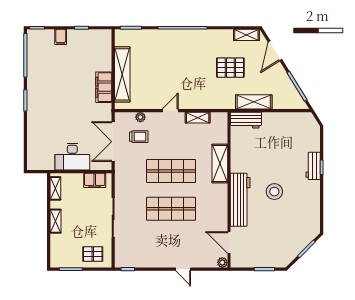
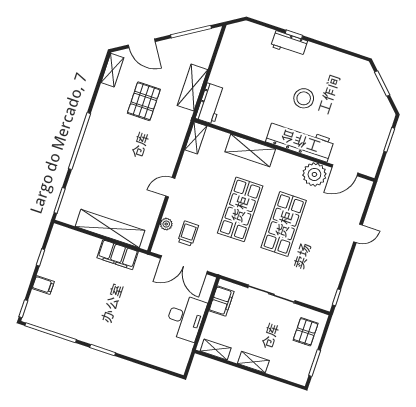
door: (170, 111) -> (170, 187), hinge flipped
shelving: (198, 118) -> (196, 138), moved
plant: (222, 262) -> (314, 174), moved, width x1.87, depth x1.87

